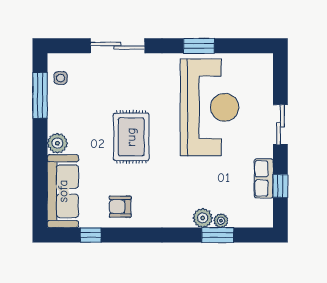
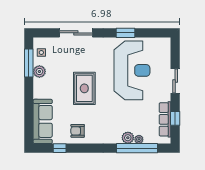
plant: (57, 143) -> (39, 71), moved
row of seats: (264, 178) -> (165, 119), width x1.48
window: (218, 235) -> (137, 148), width x2.11

